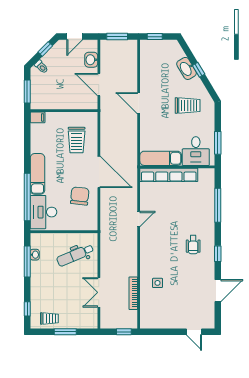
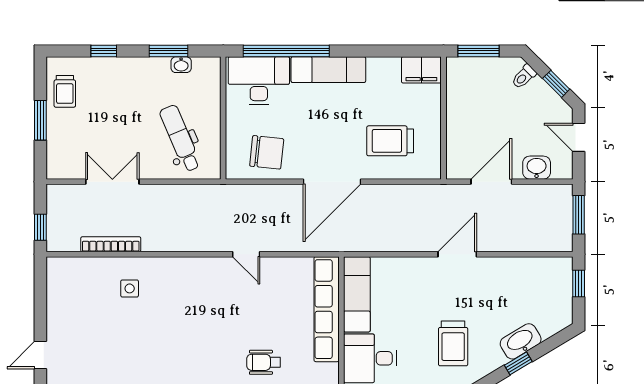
filing cabinet: (38, 117) -> (421, 70), width x2.00
chair: (80, 196) -> (267, 152), moved
wheelchair: (193, 245) -> (264, 362), moved
window: (27, 262) -> (169, 51), width x0.69
window: (27, 309) -> (104, 51), moved

